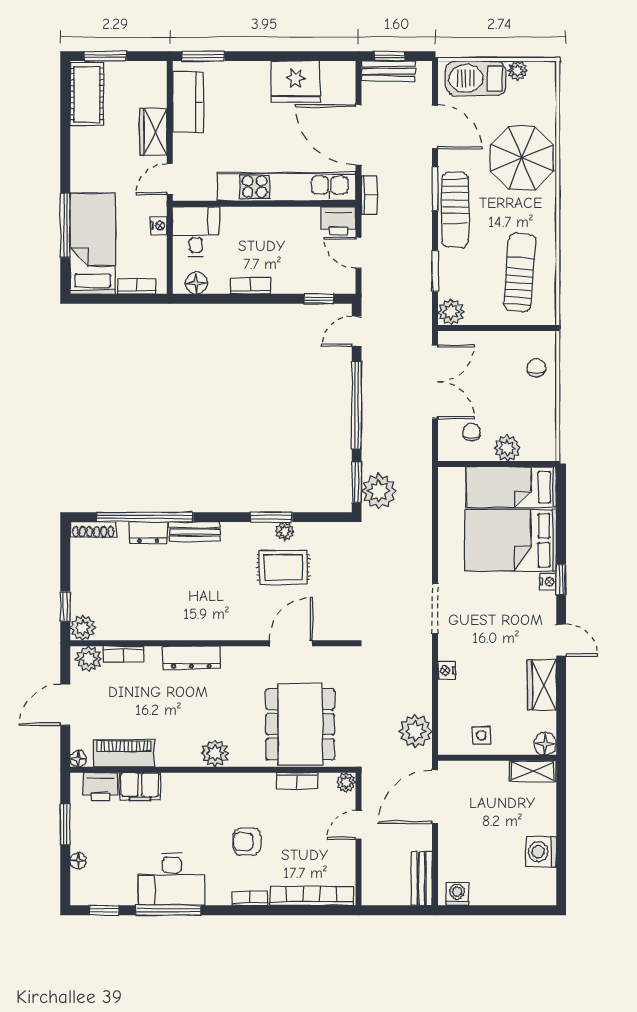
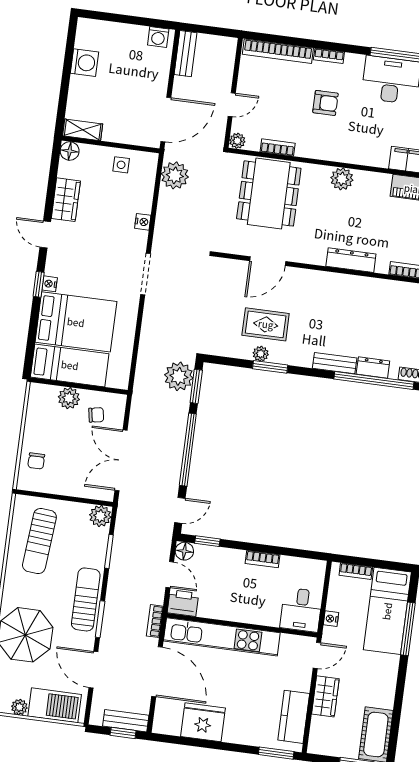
floor lamp: (196, 283) -> (184, 551), moved
chair: (472, 432) -> (96, 415), turned -100

